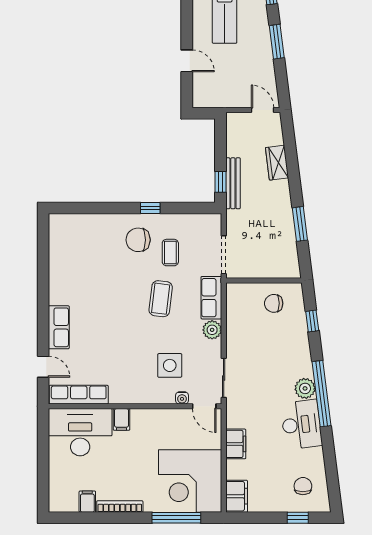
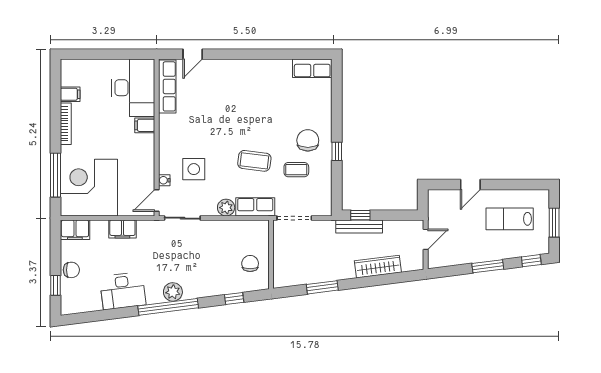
door: (263, 110) -> (426, 239), moved
wardrobe: (277, 163) -> (378, 267), width x1.50
row of seats: (59, 327) -> (312, 68), moved
desk: (301, 424) -> (123, 291), moved
chair: (303, 486) -> (71, 270), moved

